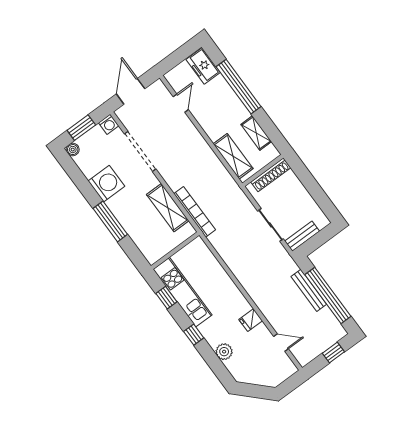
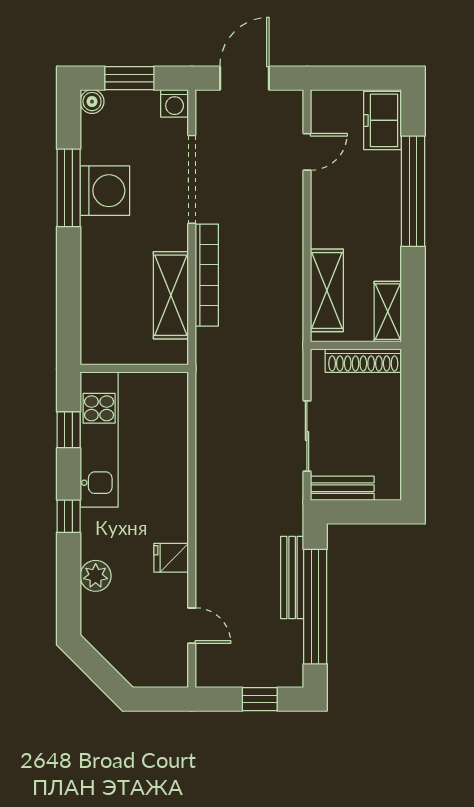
shelving: (256, 133) -> (388, 312), moved
bookcase: (195, 212) -> (207, 275), moved
window: (110, 221) -> (69, 188), moved

